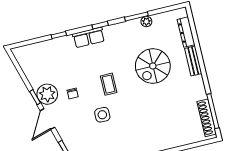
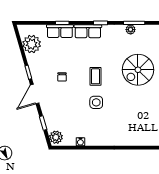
plant: (146, 22) -> (131, 30), moved
row of seats: (58, 45) -> (60, 31), added
plant: (47, 94) -> (32, 44), moved
side table: (102, 115) -> (96, 102), moved

